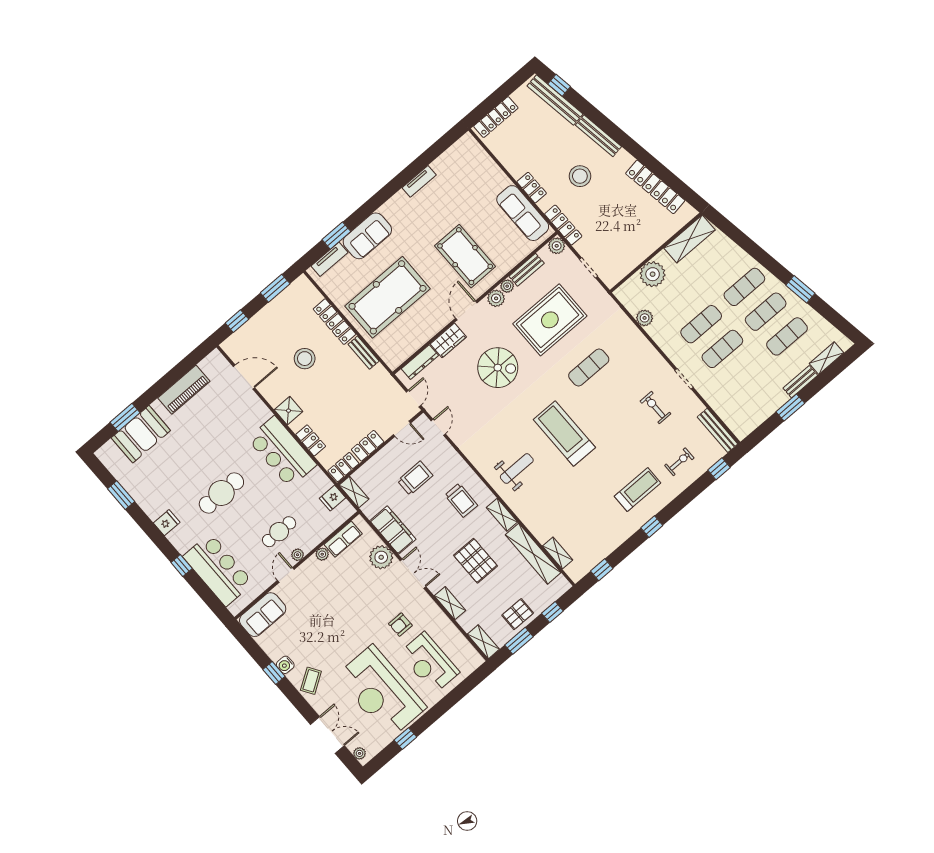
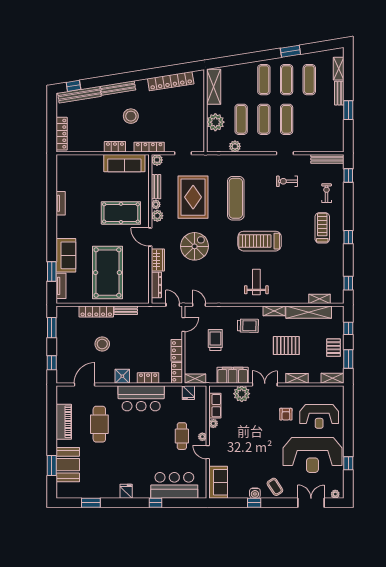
exercise mat: (680, 299) -> (241, 119), added
exercise mat: (589, 368) -> (236, 198), width x1.36, depth x1.45
cafe table: (221, 493) -> (99, 424), moved

